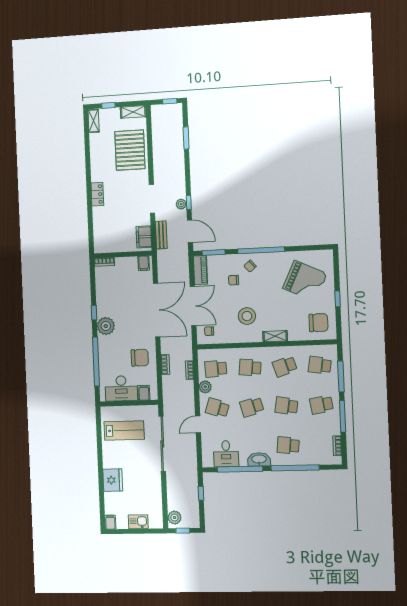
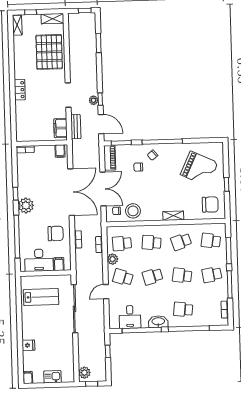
stool: (247, 316) -> (133, 211), moved
fridge: (113, 480) -> (28, 345), width x0.53, depth x0.75

